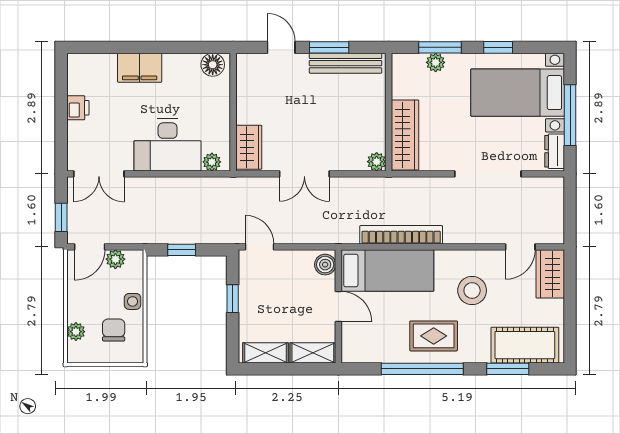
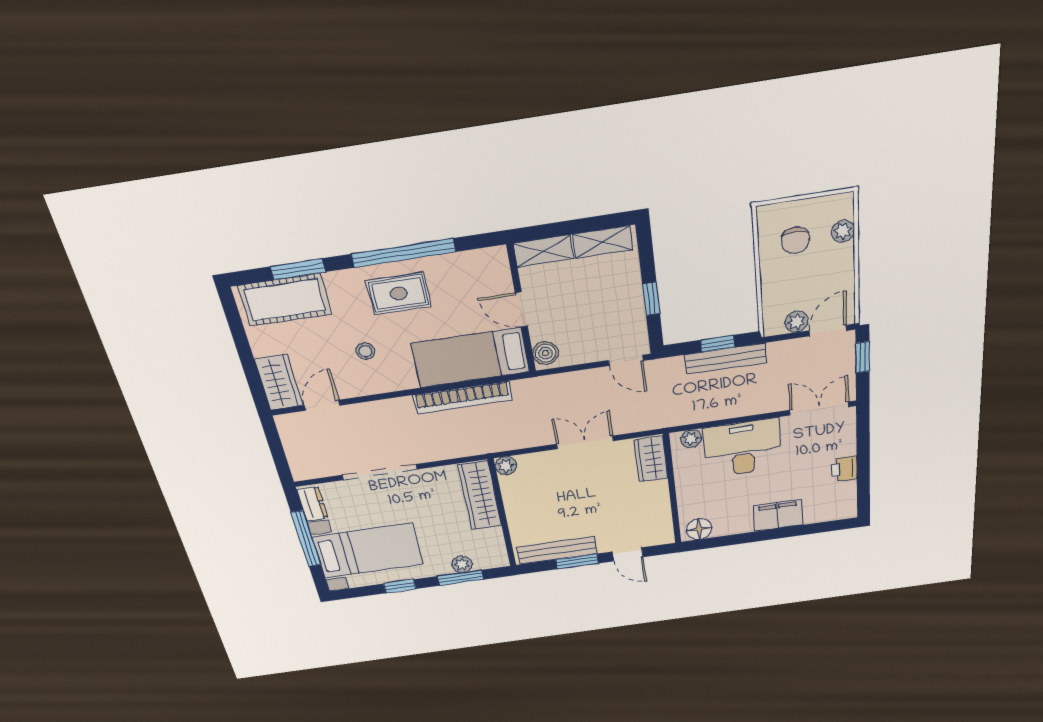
bench: (176, 235) -> (726, 359), added
stool: (472, 291) -> (365, 351), width x0.53, depth x0.53
side table: (133, 301) -> (773, 277), removed

